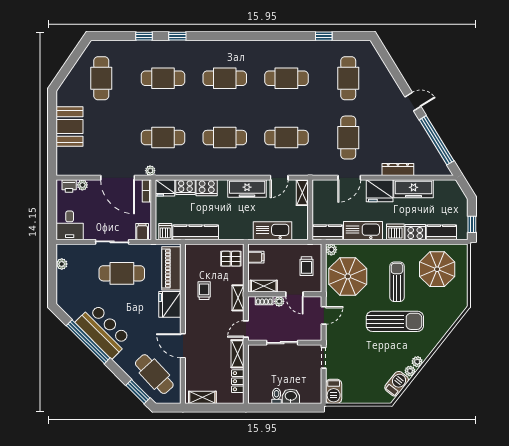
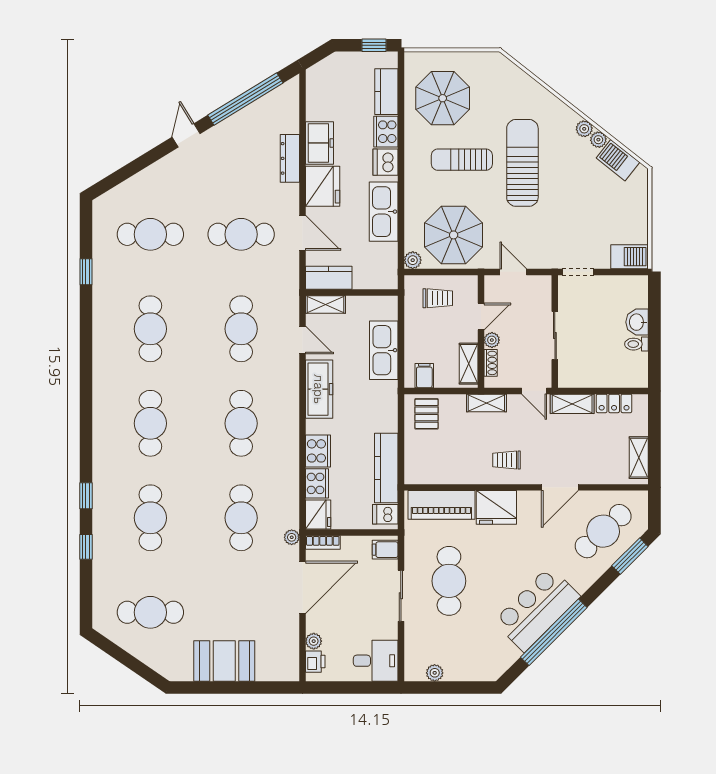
freezer: (413, 189) -> (319, 143), width x0.71
kitchen counter: (327, 232) -> (329, 278), moved, turned 90
trolley: (204, 291) -> (507, 460), moved

